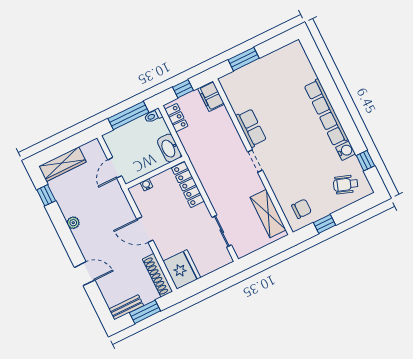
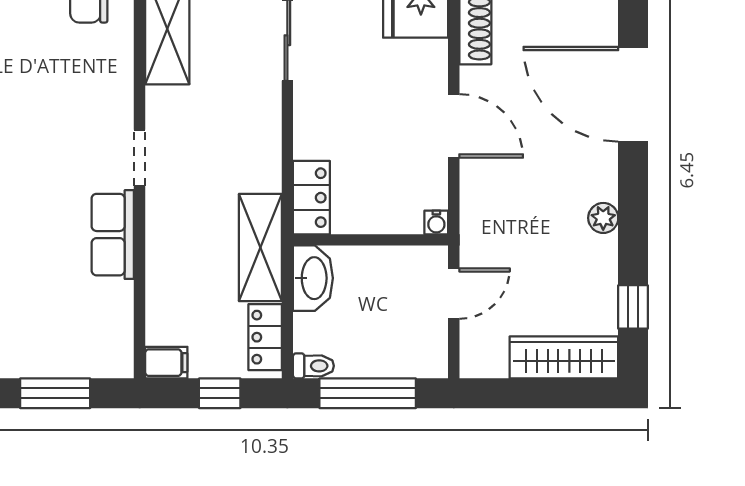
filing cabinet: (211, 96) -> (166, 363), width x0.50
shelving: (194, 150) -> (260, 247), added
water cooler: (146, 185) -> (436, 222), moved
locker: (188, 185) -> (311, 198), width x0.66
door: (85, 274) -> (633, 94), width x1.87

